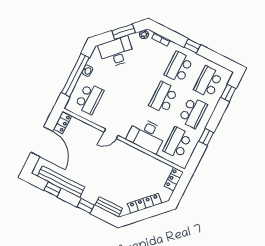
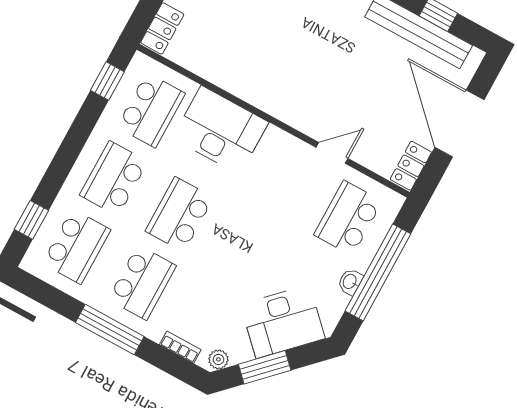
window: (192, 46) -> (110, 329), width x2.17
school desk: (163, 98) -> (179, 214), turned 180
door: (111, 134) -> (332, 153), moved
window: (206, 137) -> (107, 81), moved

